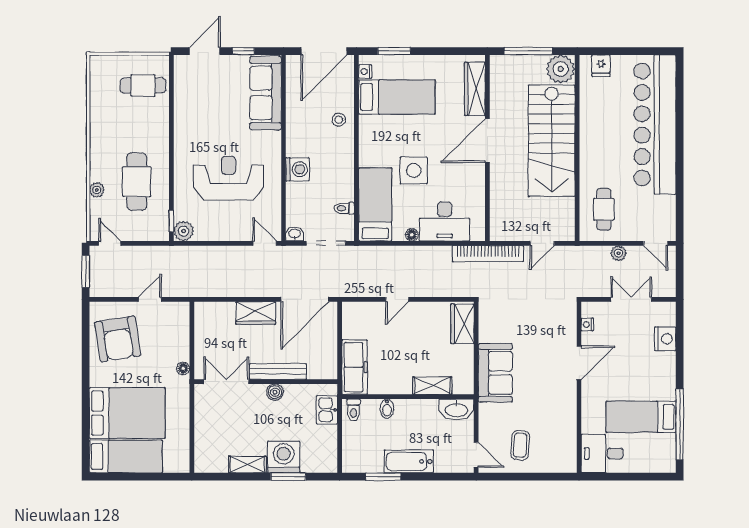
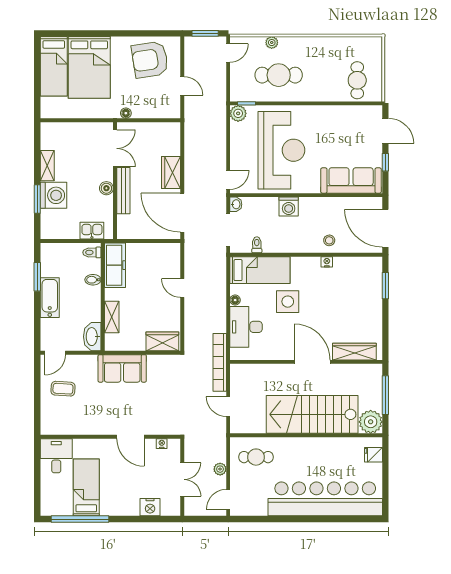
nightstand: (365, 72) -> (327, 262), moved
bed: (397, 97) -> (348, 288), removed
reception desk: (229, 178) -> (281, 150), width x1.36, depth x1.30
freezer: (355, 367) -> (115, 265), moved, turned -90

